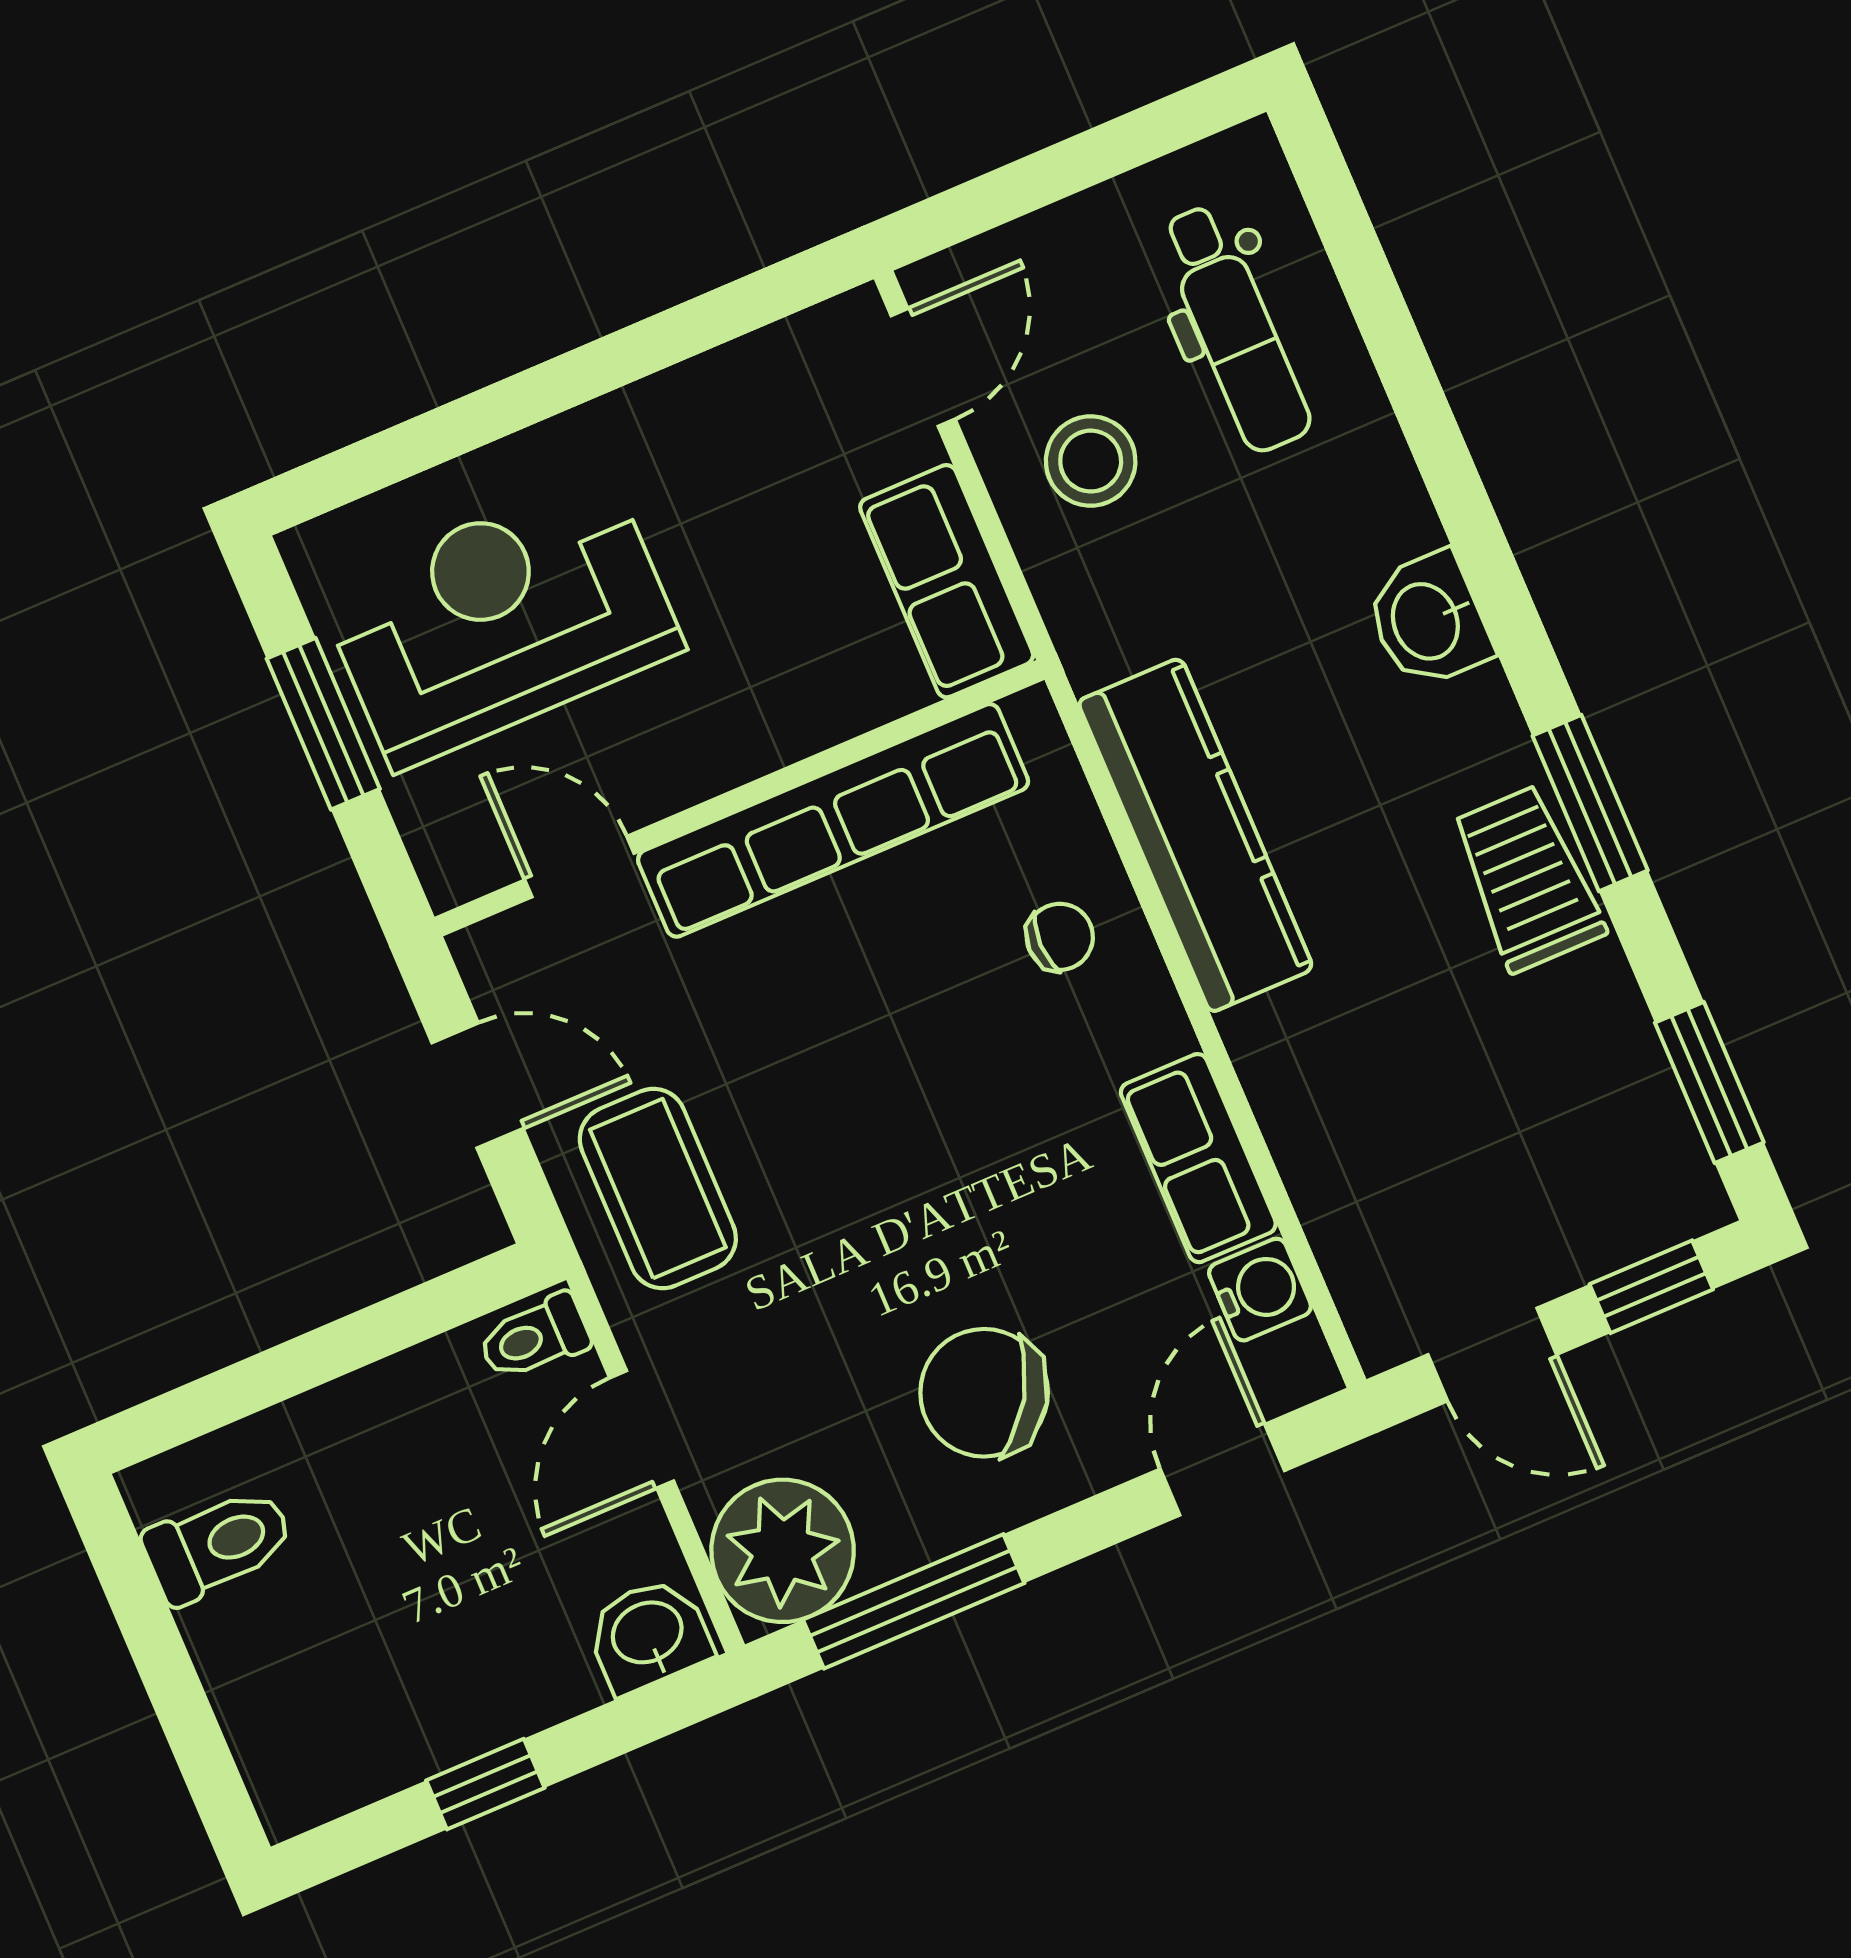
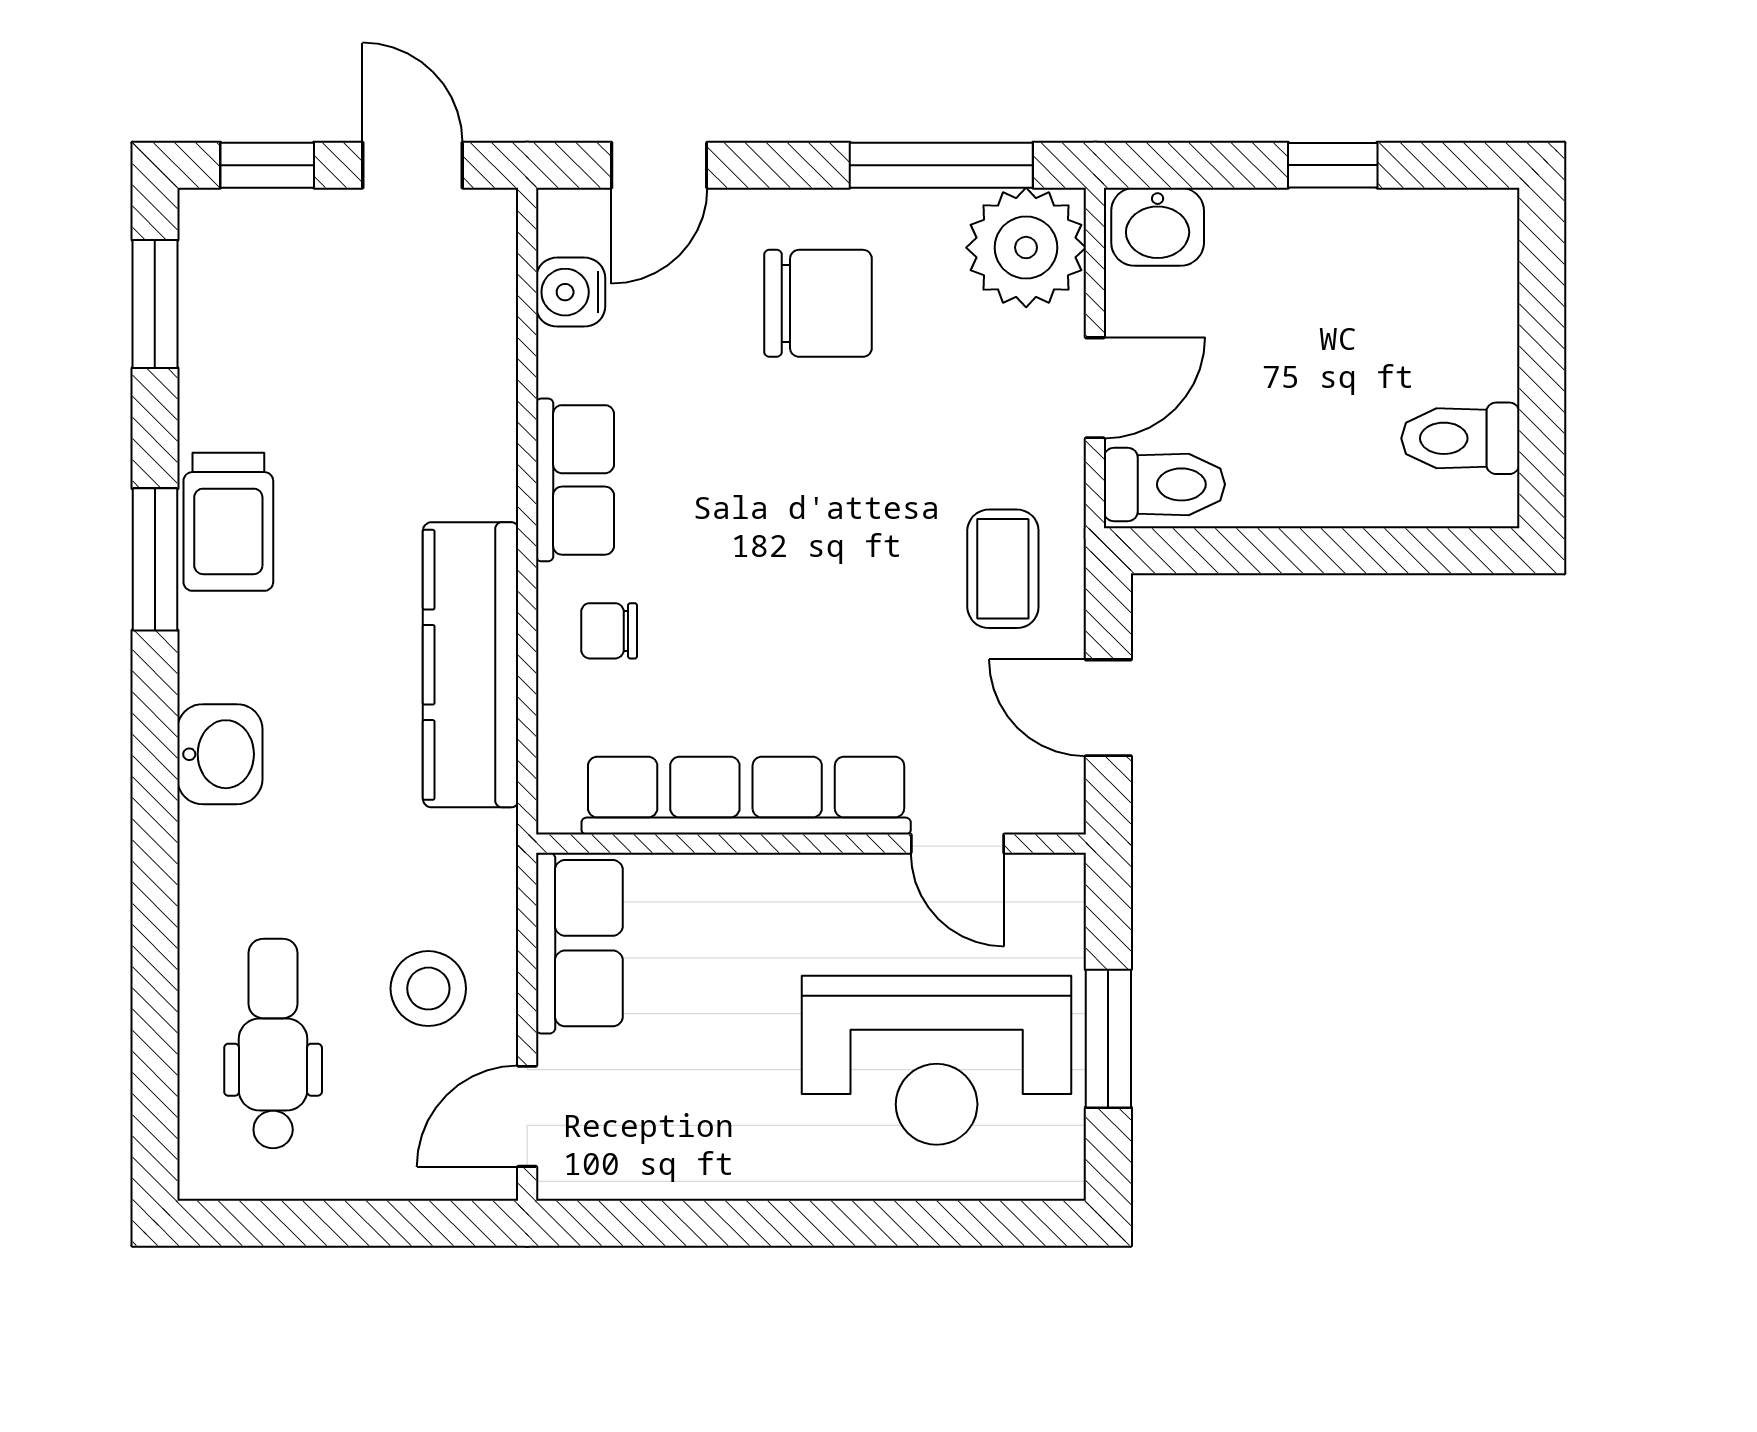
row of seats: (1198, 1158) -> (575, 480), moved
coffee table: (658, 1189) -> (1003, 569), width x0.73, depth x0.77
toilet: (534, 1337) -> (1164, 484), width x1.37, depth x1.39
chair: (984, 1393) -> (818, 303), turned -32

